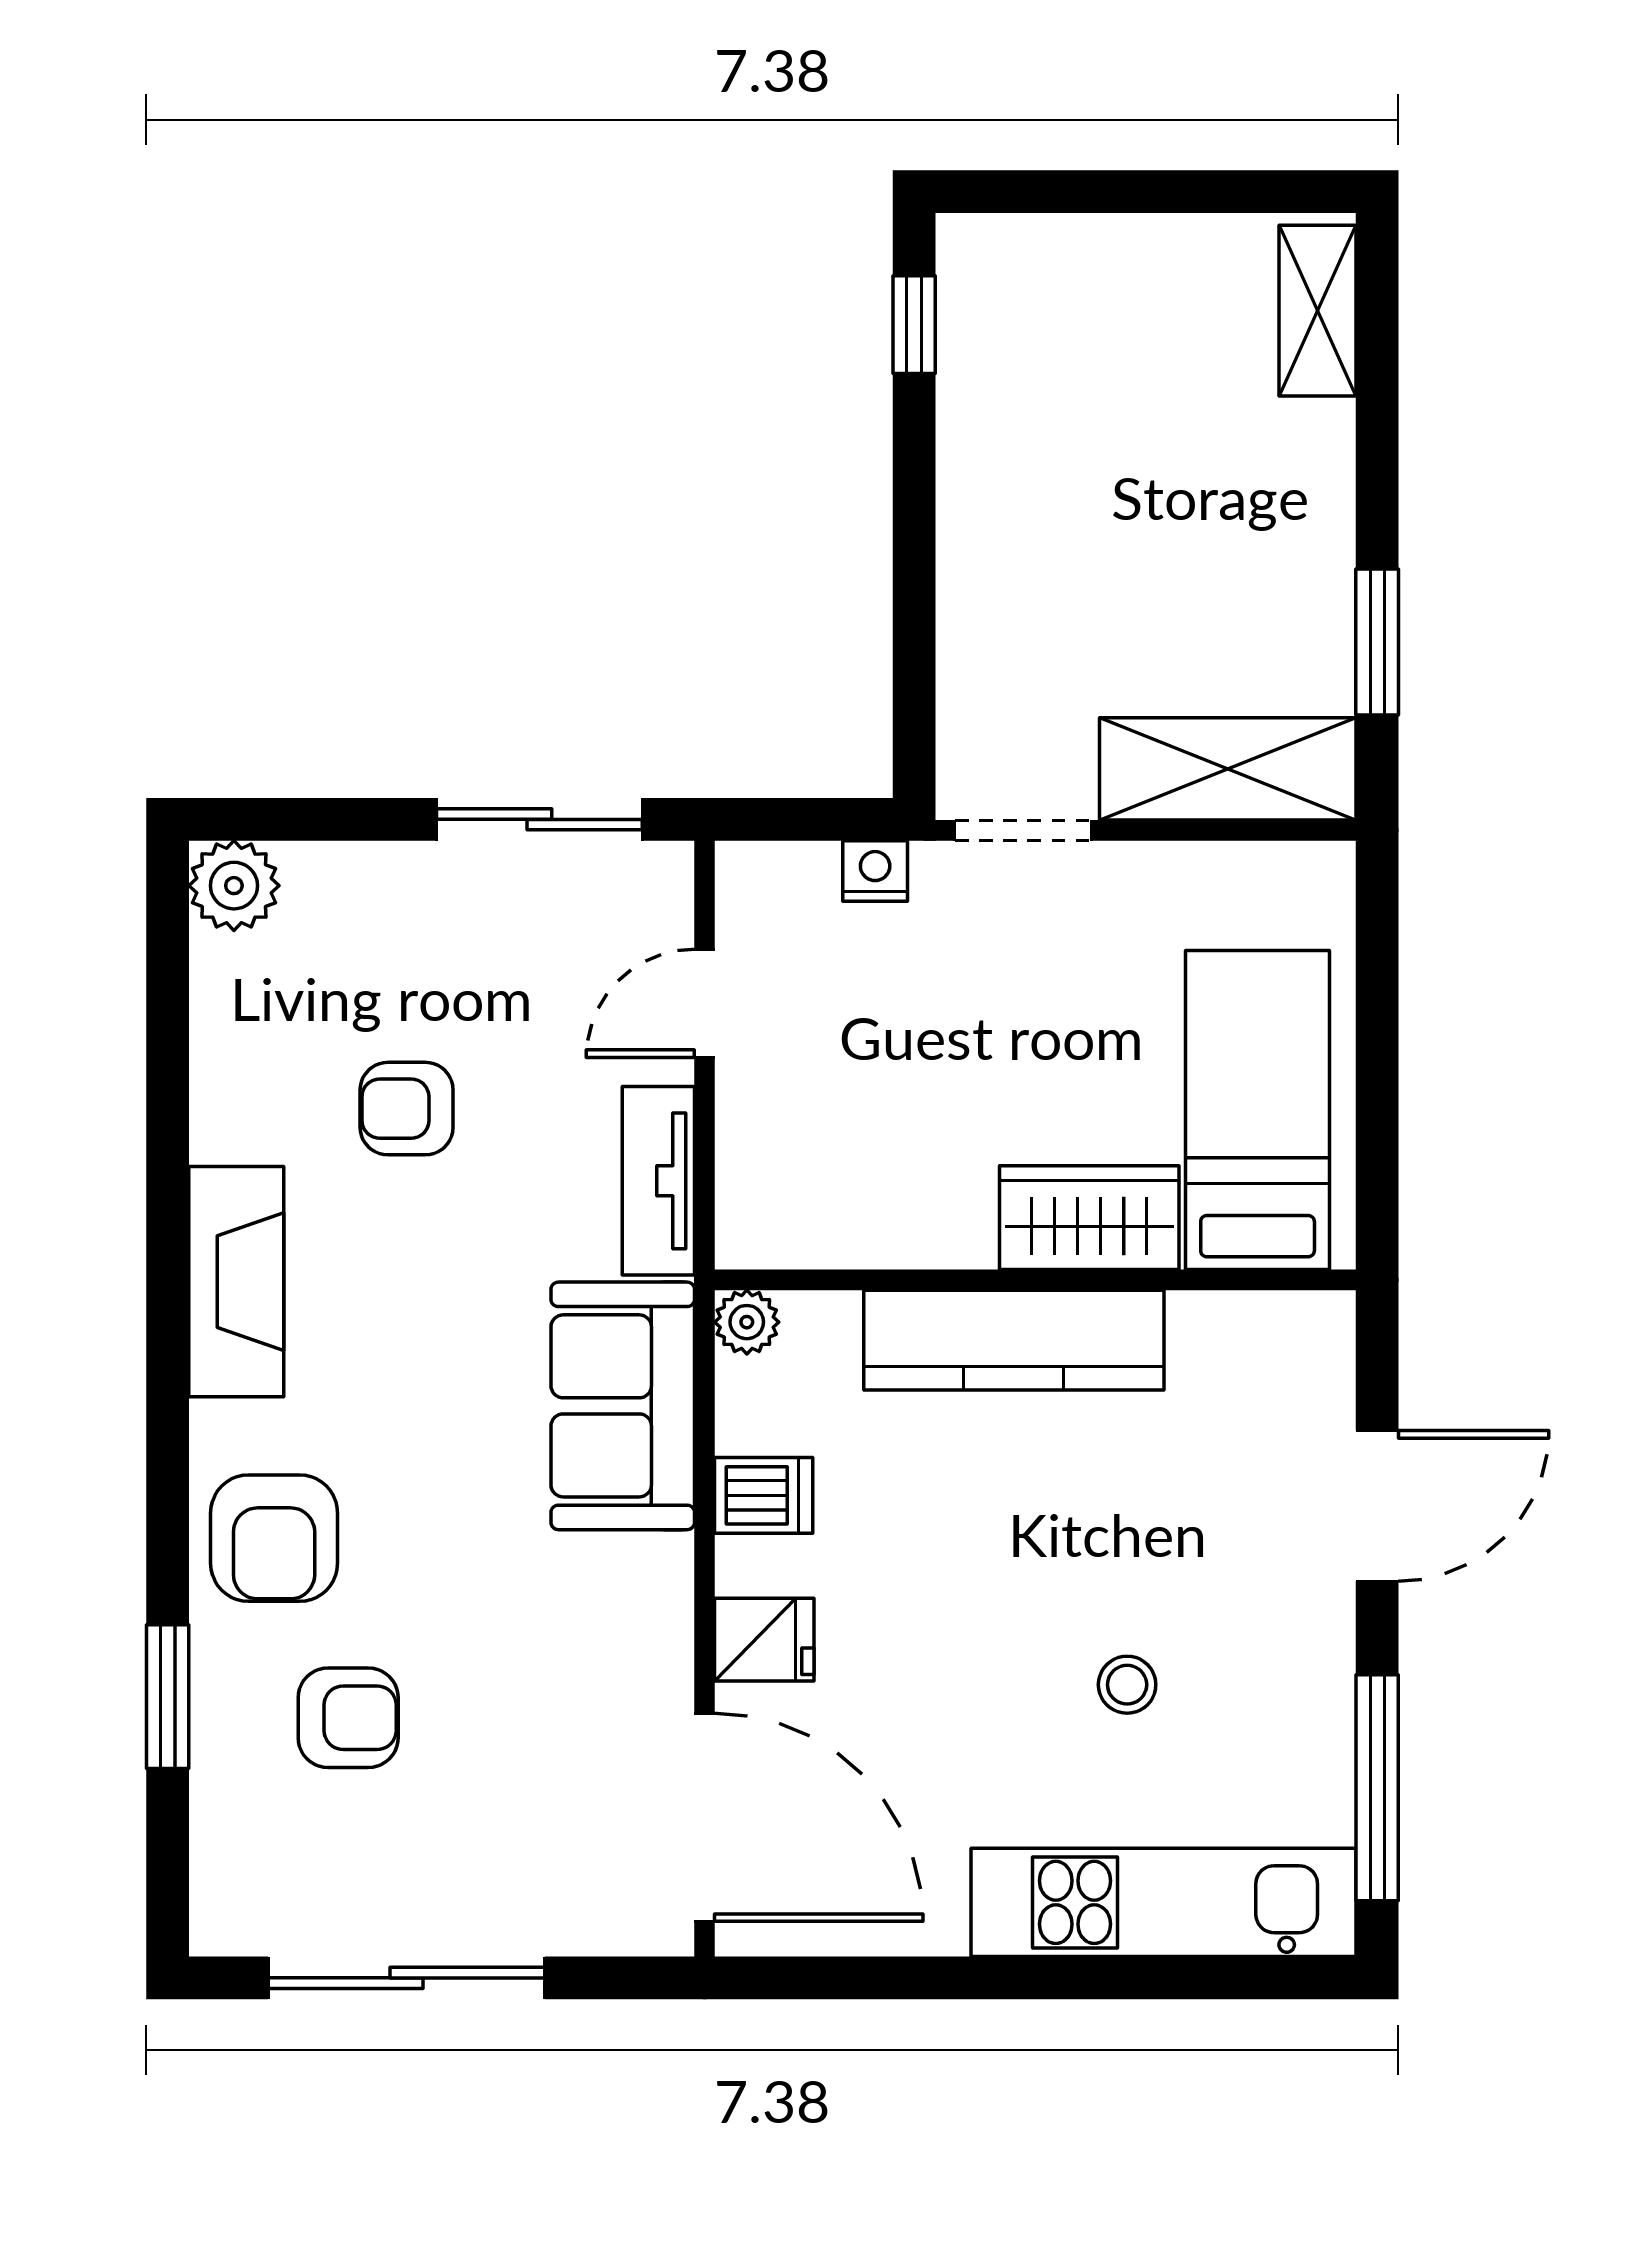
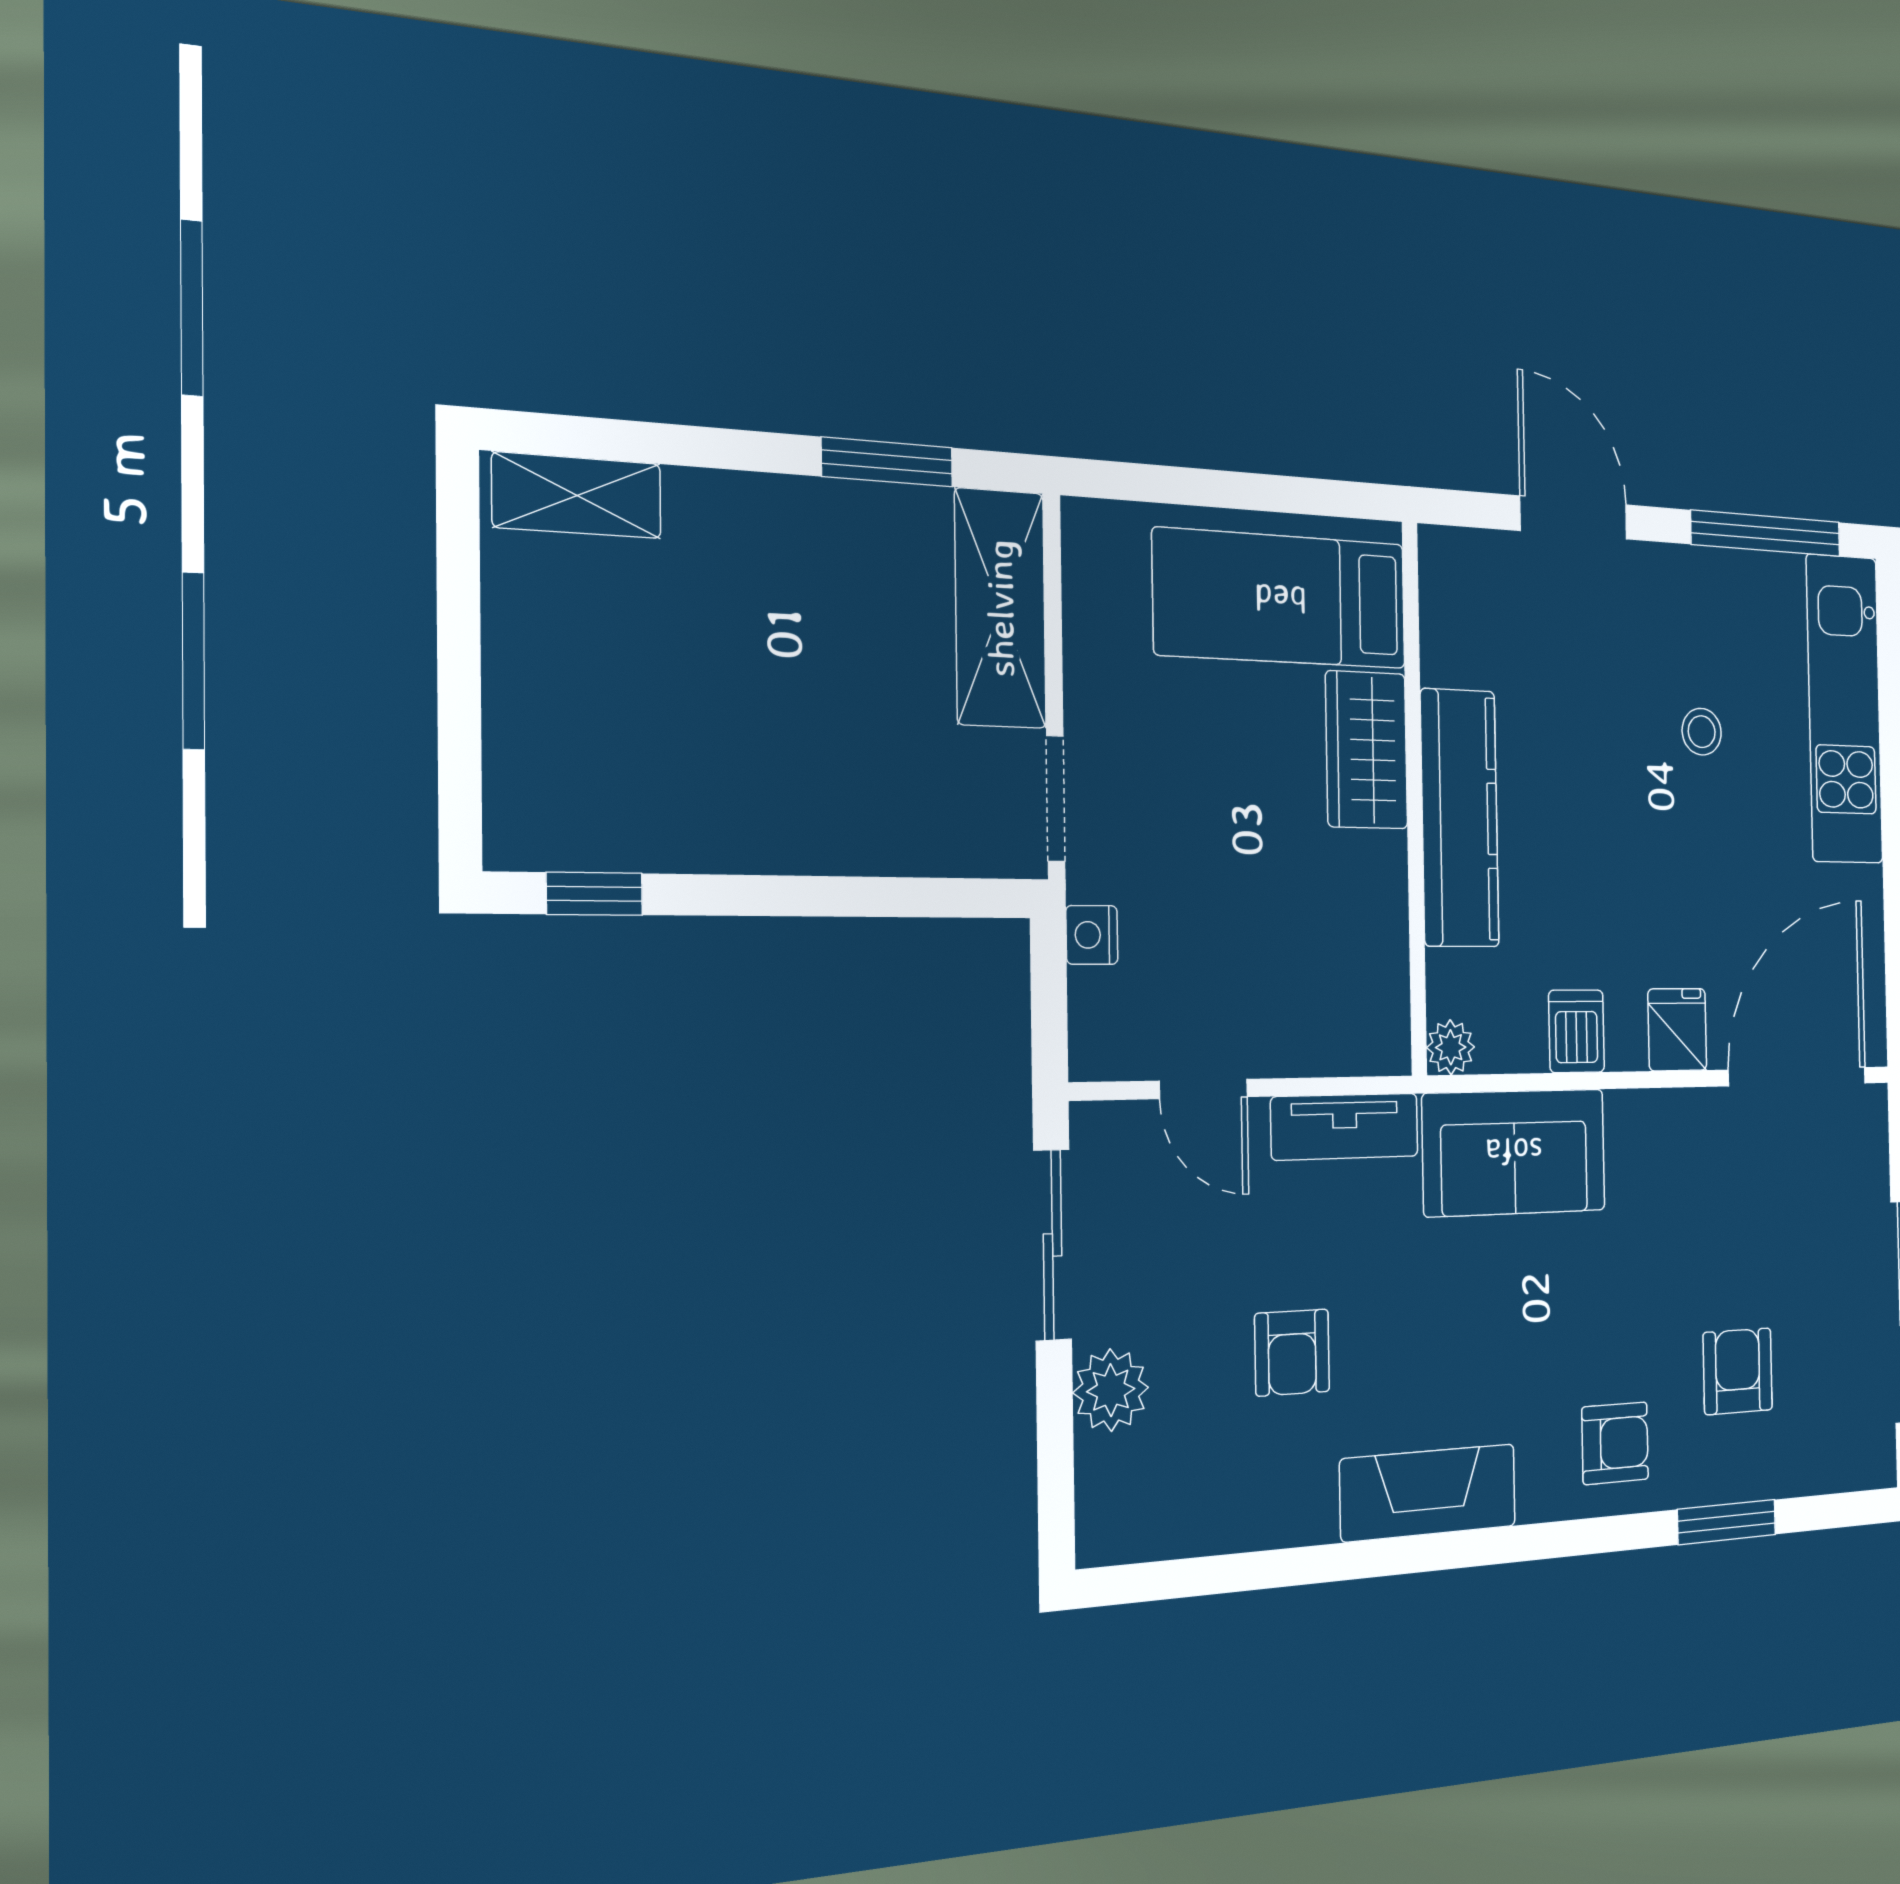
plant: (234, 886) -> (1111, 1390), moved
armchair: (274, 1538) -> (1615, 1443), width x0.72, depth x0.72

